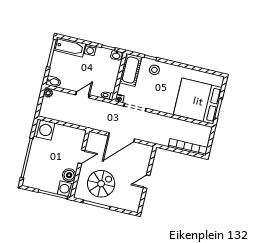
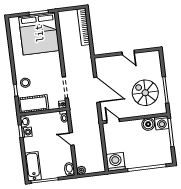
washing machine: (90, 50) -> (27, 132), moved
door: (82, 157) -> (113, 121), moved

